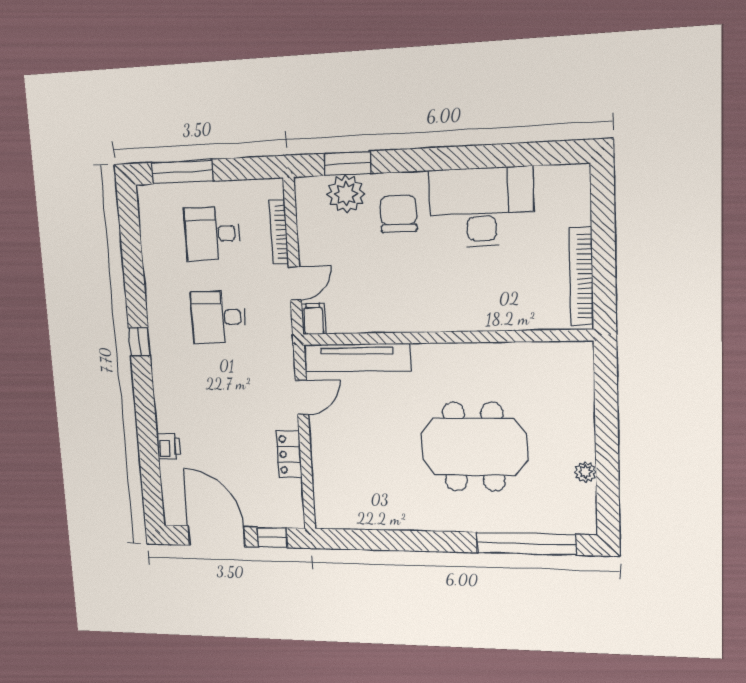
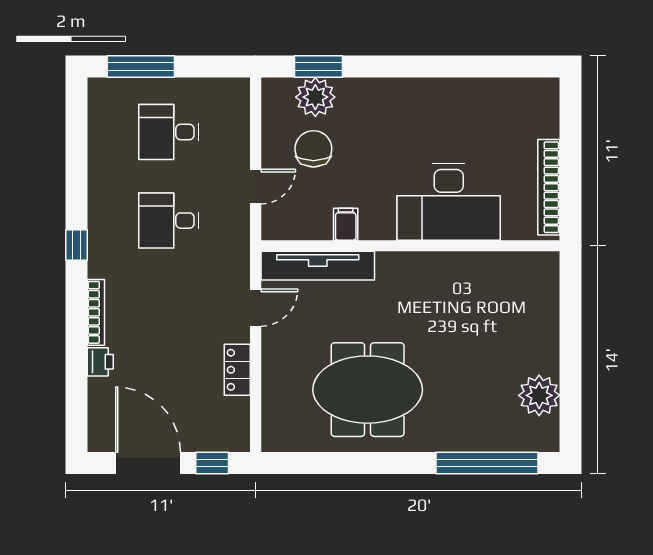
desk: (481, 207) -> (449, 202), moved, turned 180
chair: (398, 214) -> (313, 149), moved
bookcase: (279, 232) -> (96, 312), moved, turned 180
filing cabinet: (314, 319) -> (346, 224), moved
meeting table: (474, 447) -> (368, 390), moved
plant: (585, 472) -> (539, 395), width x1.87, depth x1.87

